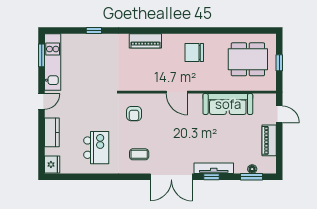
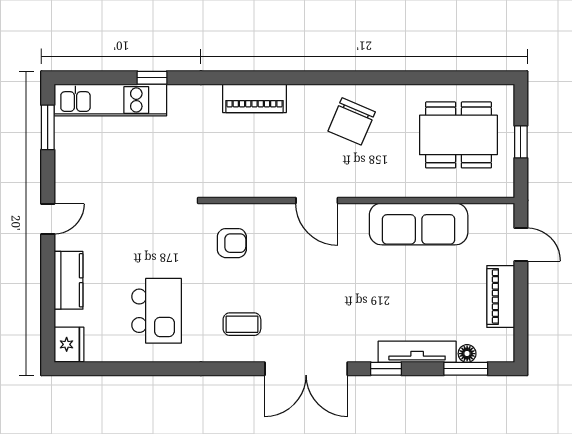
chair: (194, 52) -> (352, 121), turned -67
kitchen unit: (53, 62) -> (110, 100), moved, turned 90
armchair: (134, 114) -> (232, 243), turned -90
tv unit: (214, 168) -> (417, 352), moved

